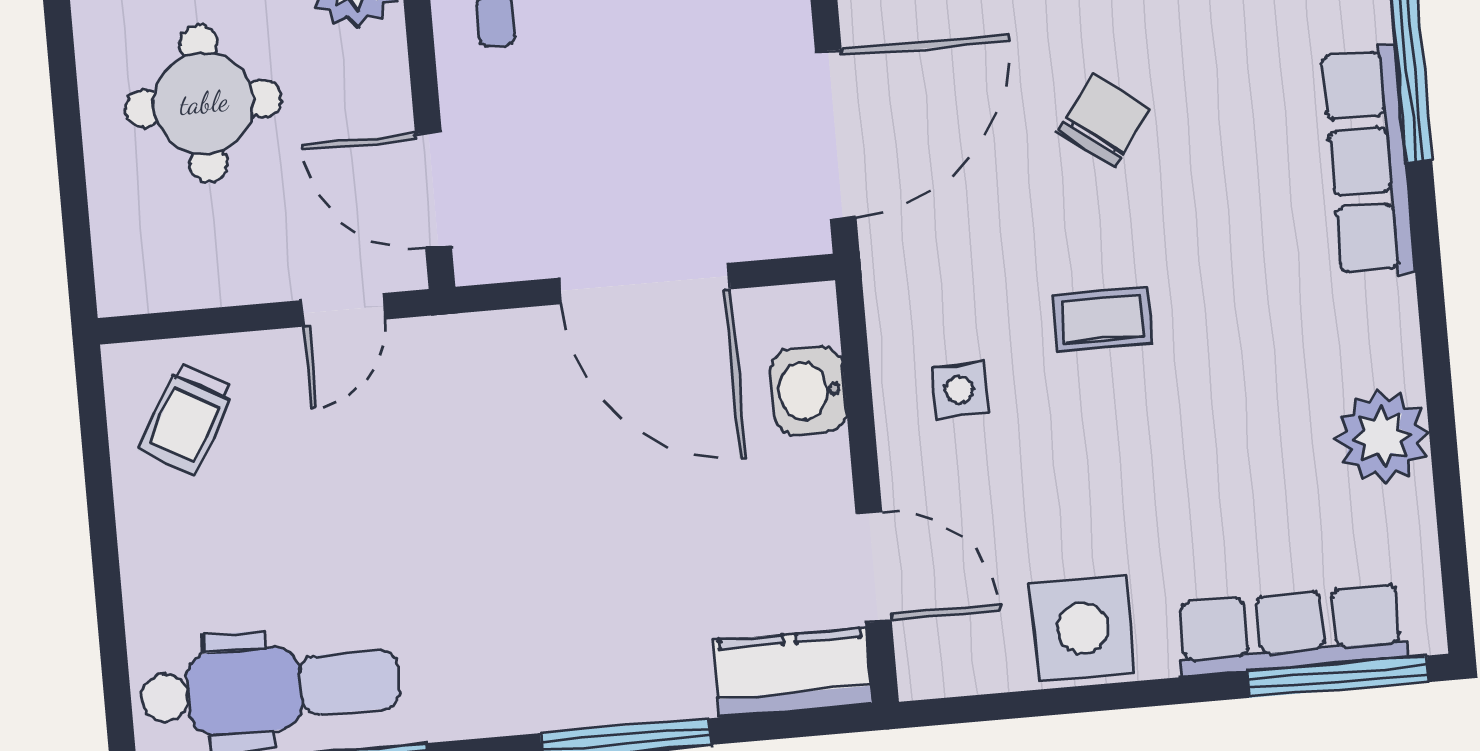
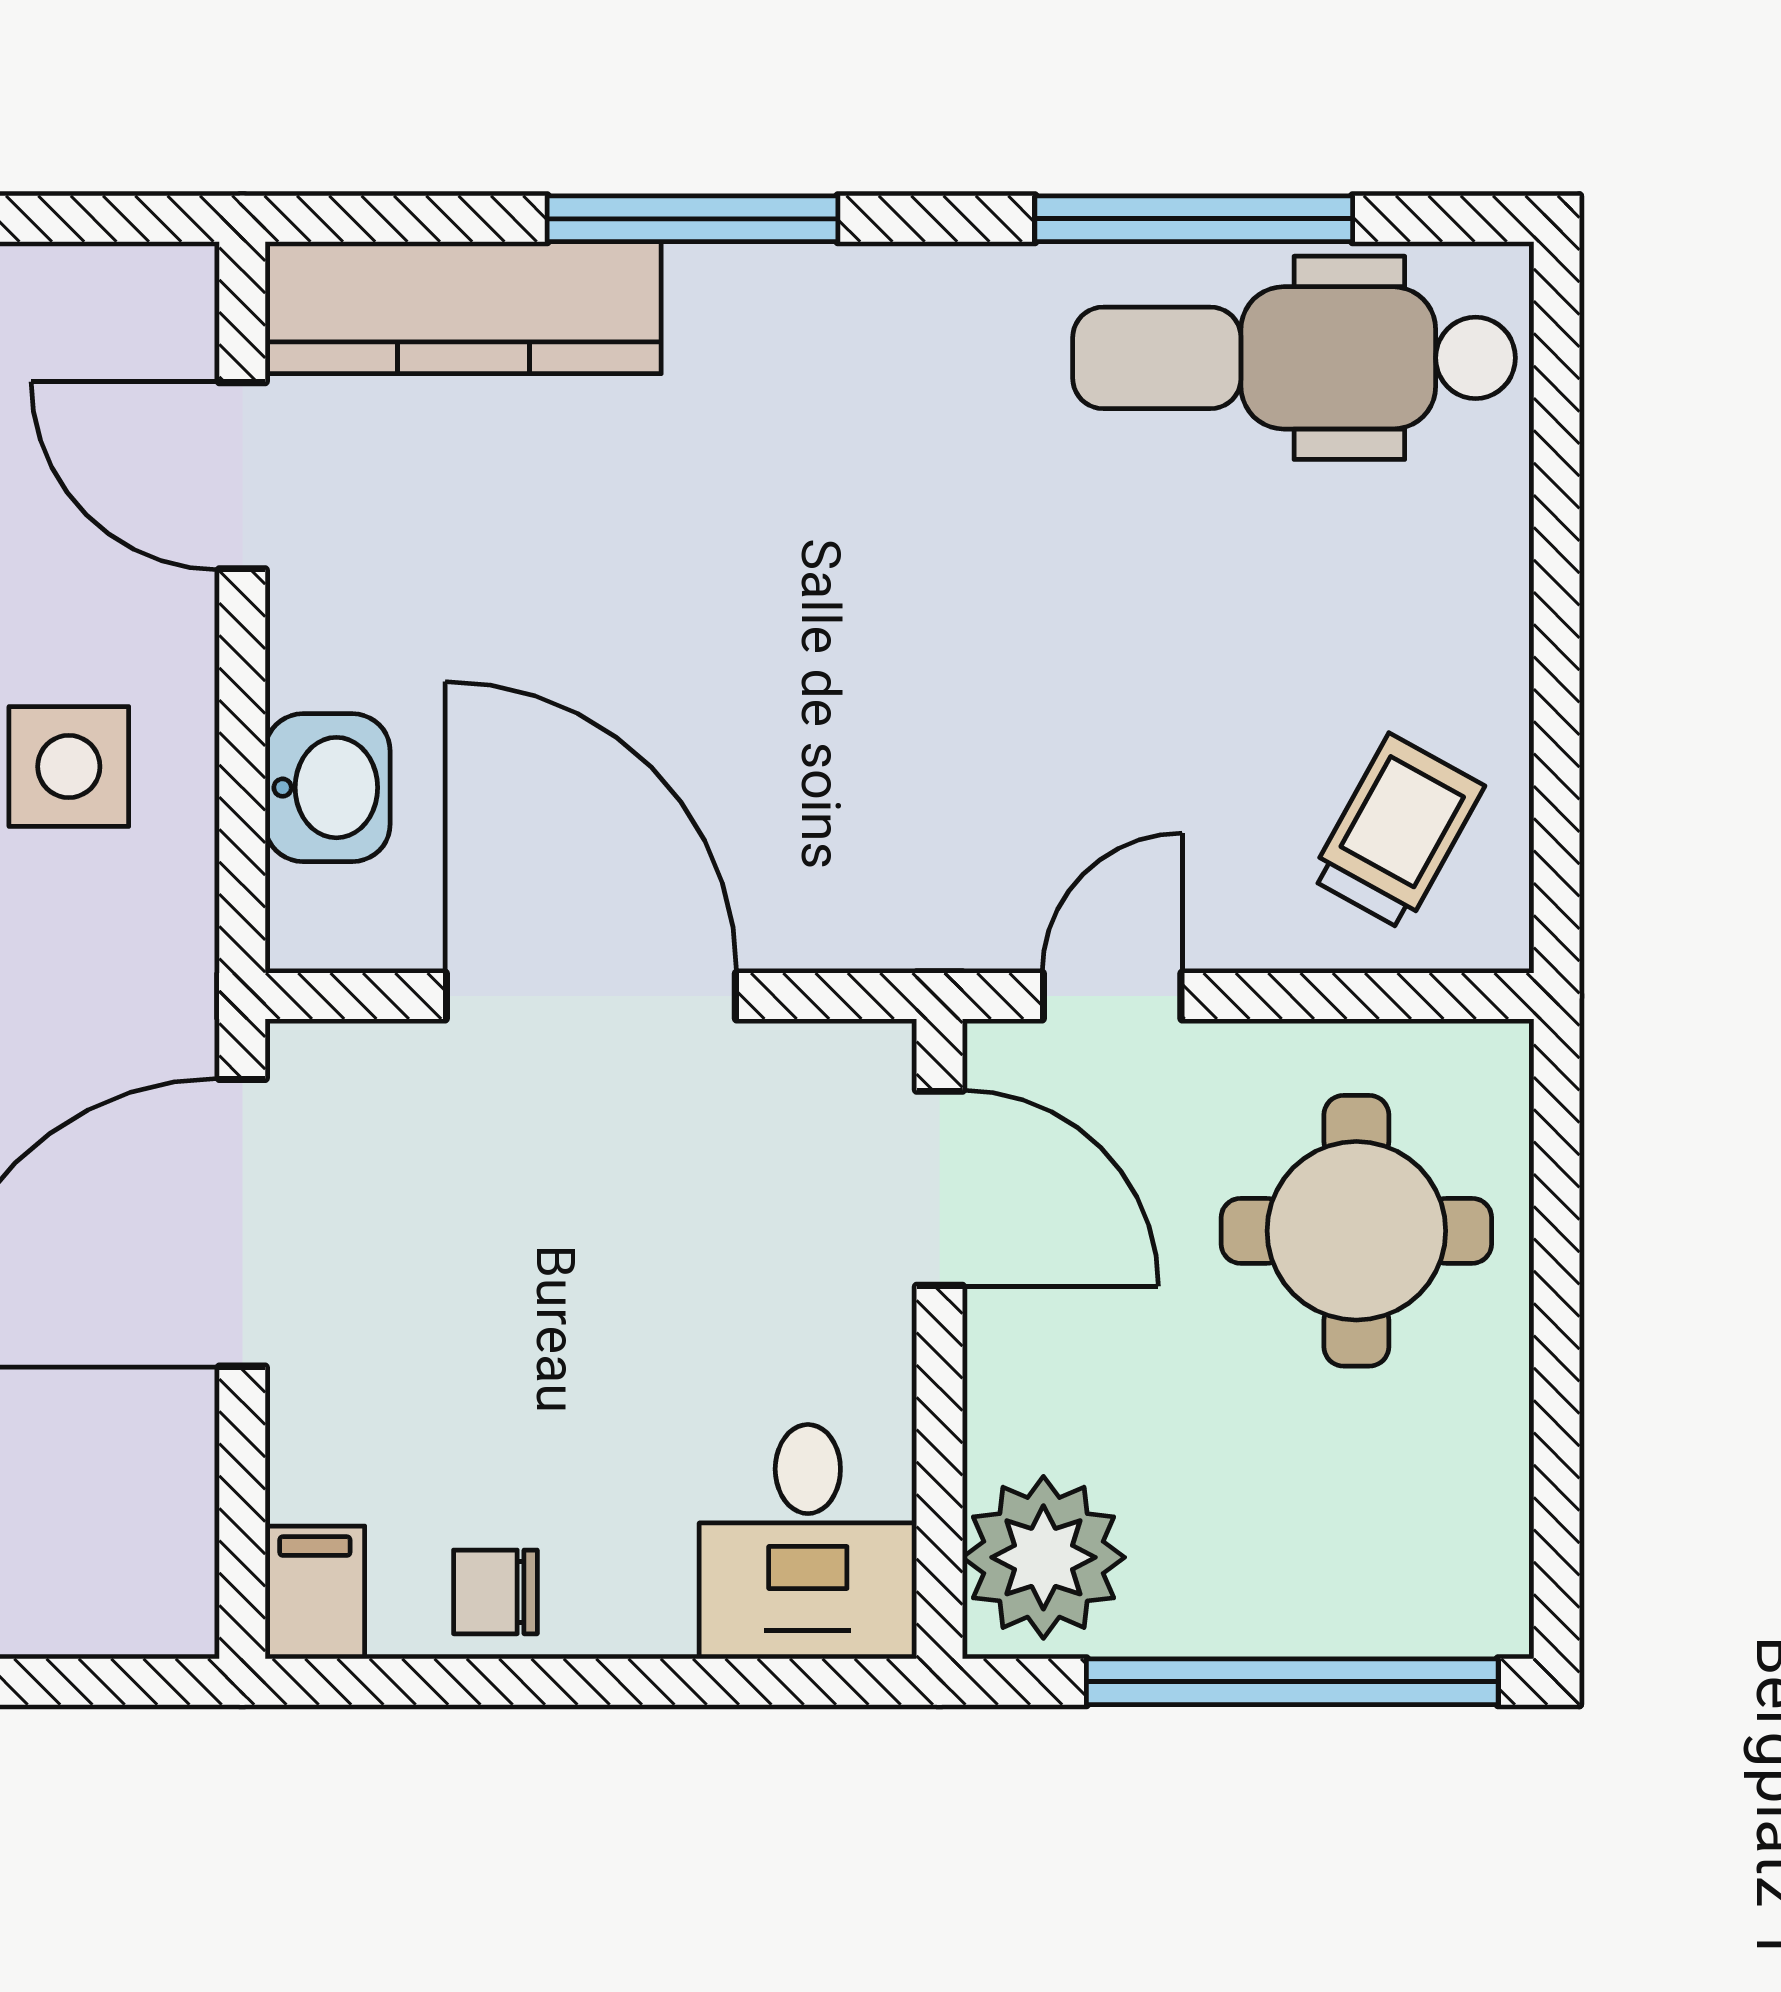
round table: (204, 103) -> (1356, 1231), moved
side table: (959, 390) -> (69, 767), width x1.37, depth x1.37
kitchen counter: (792, 673) -> (463, 308), width x1.50

